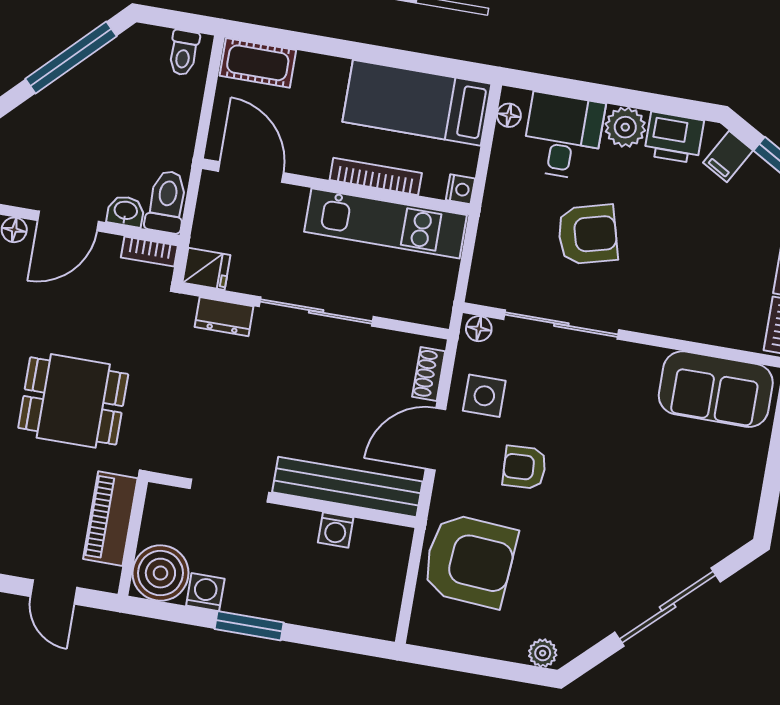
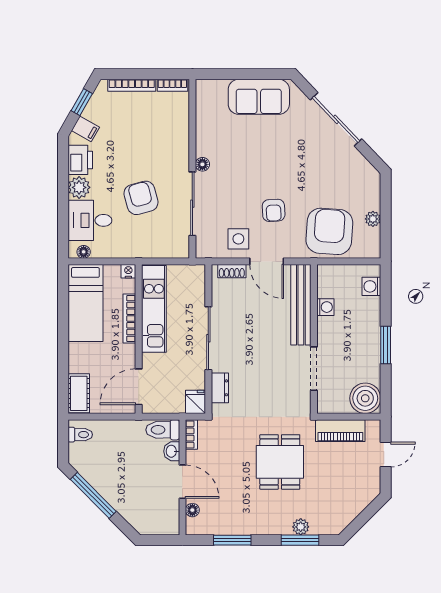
floor lamp: (479, 329) -> (202, 164), moved
sofa: (716, 389) -> (259, 97), moved, turned 90
washing machine: (205, 592) -> (371, 286), moved
plant: (543, 653) -> (373, 219), moved

